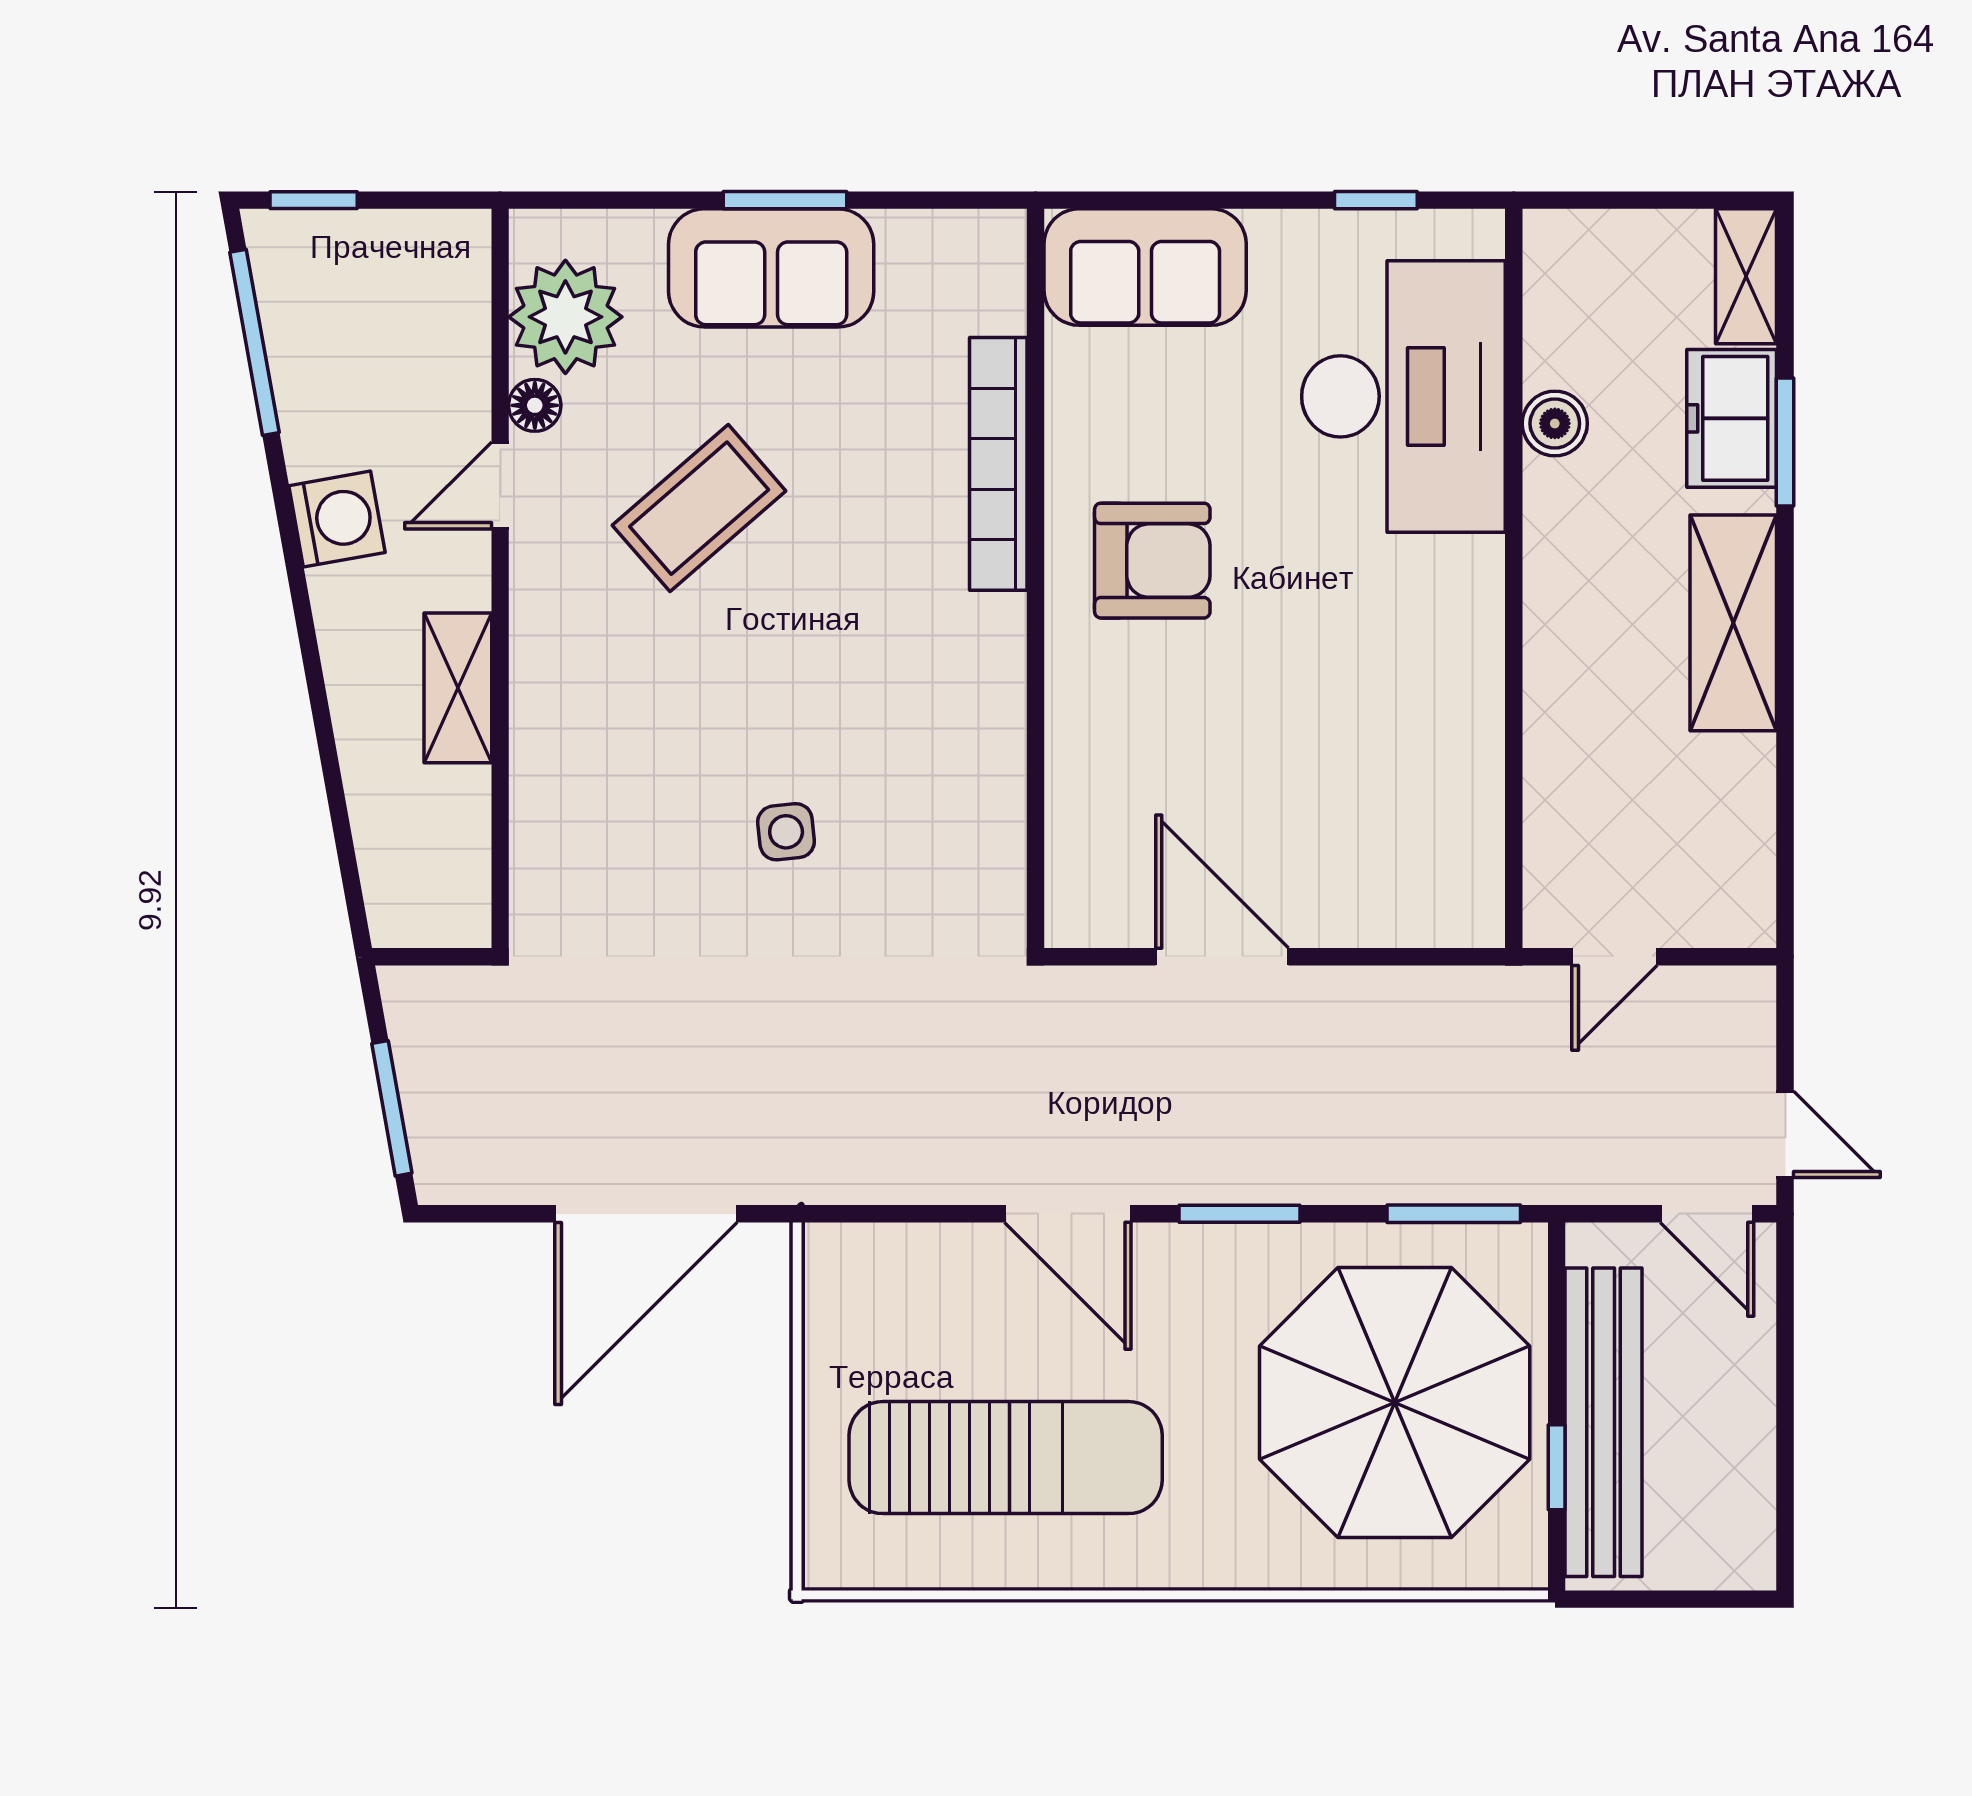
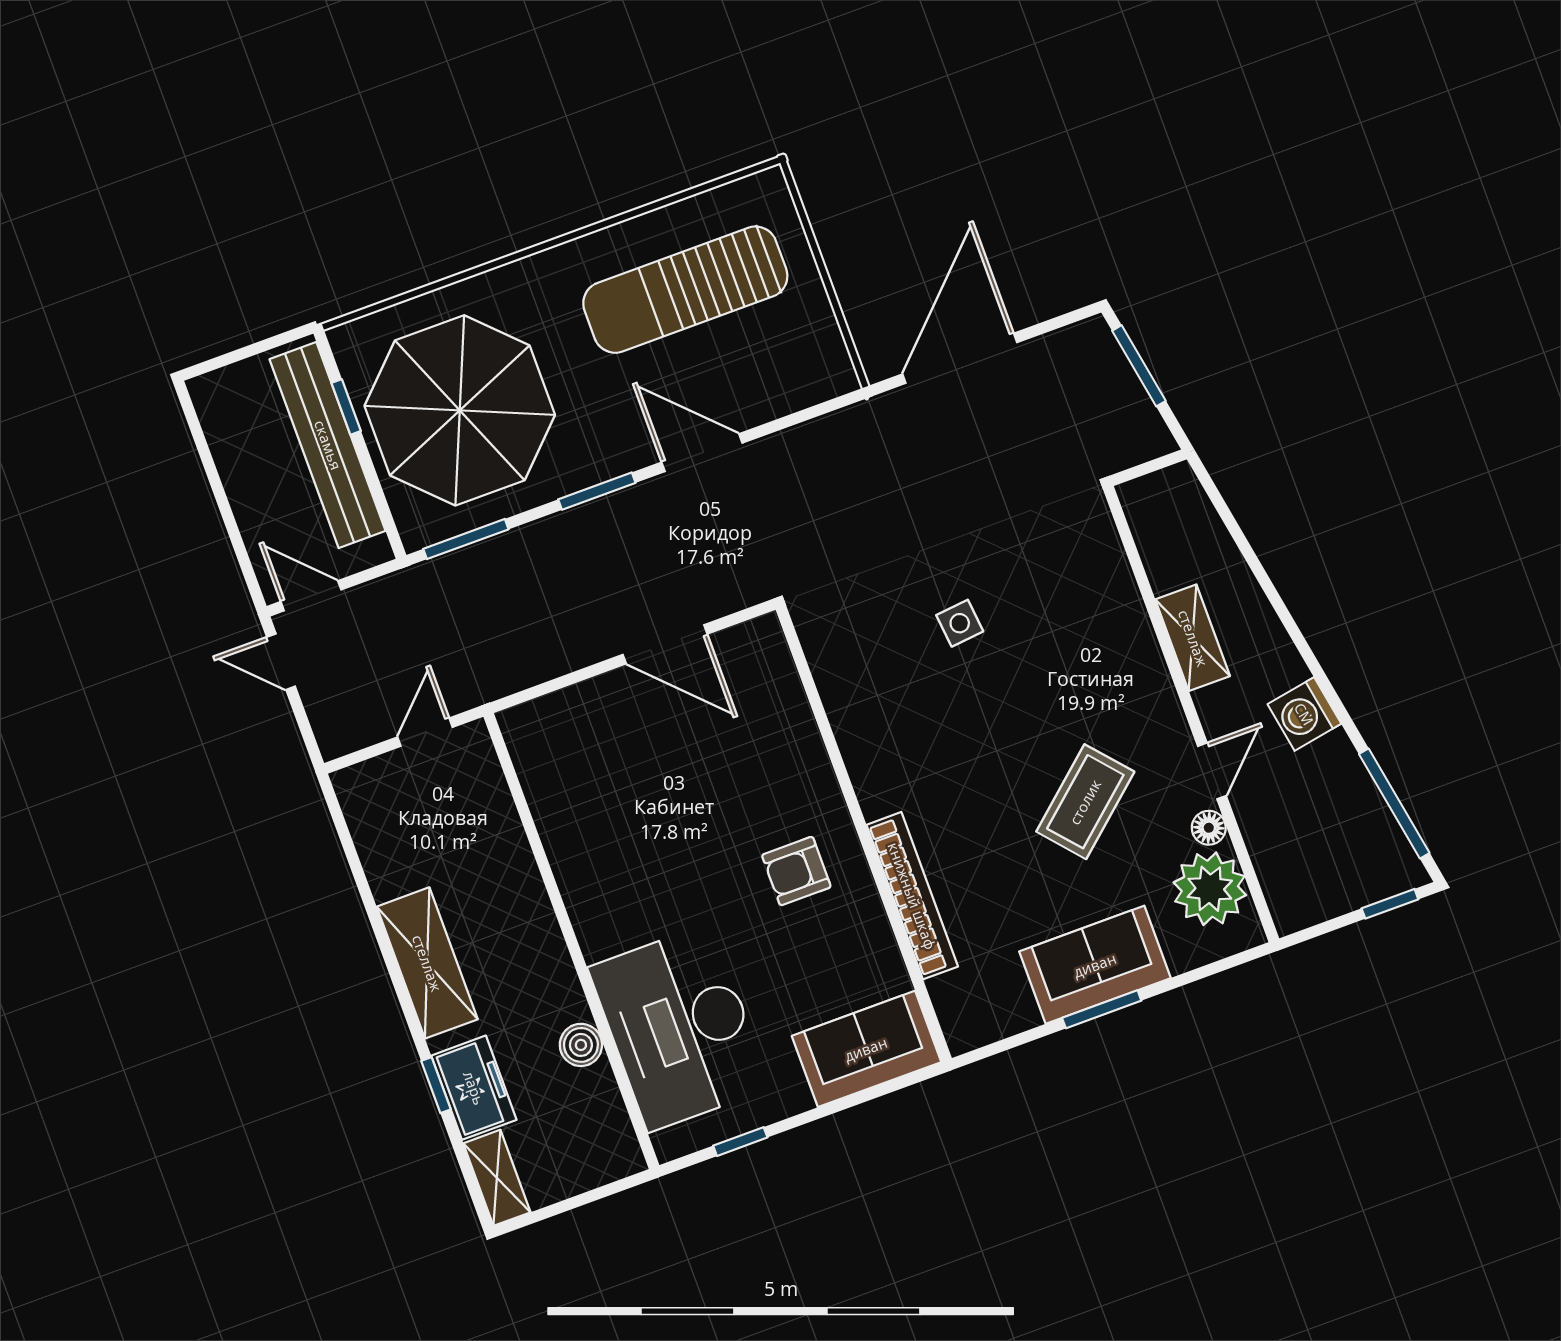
window: (1785, 442) -> (436, 1085), width x0.67
armchair: (1152, 561) -> (796, 871), width x0.72, depth x0.72

